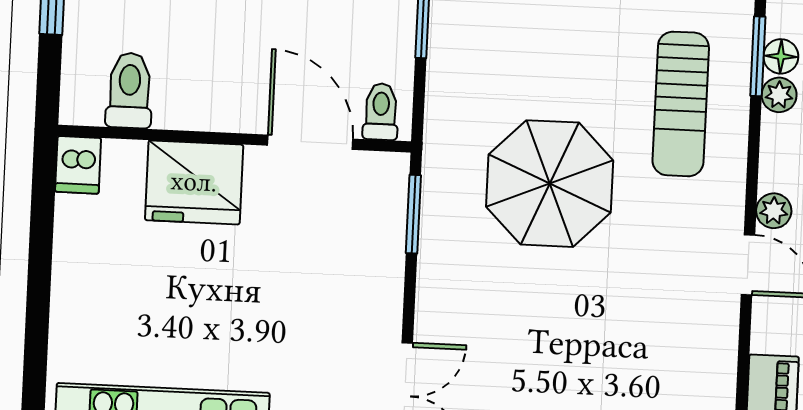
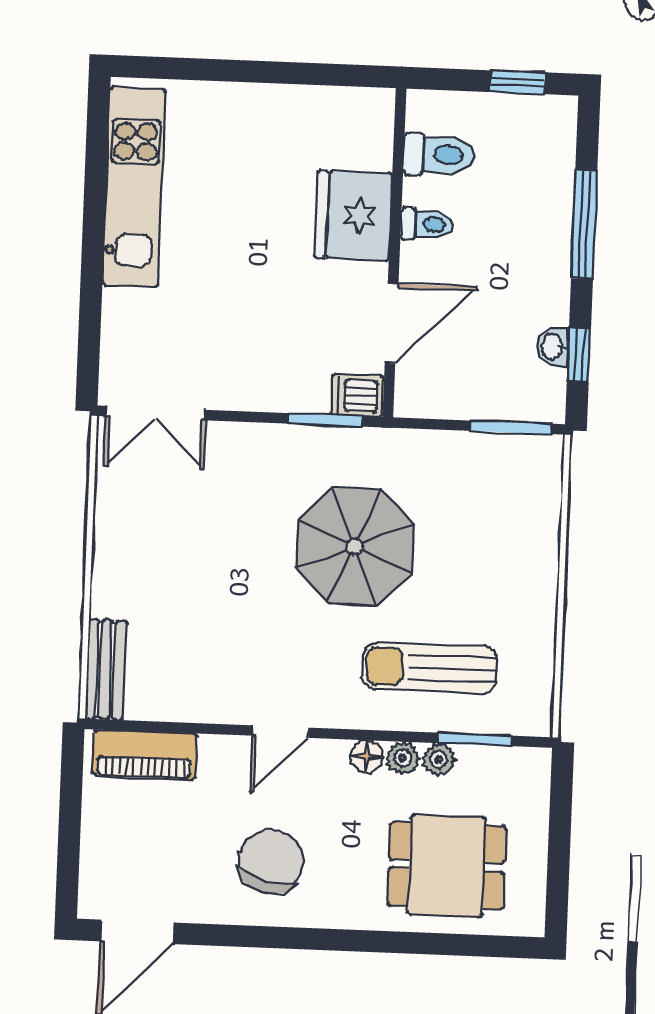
floor lamp: (781, 56) -> (367, 757), moved
toilet: (381, 112) -> (427, 224), moved
dishwasher: (78, 165) -> (357, 396), moved
plant: (774, 211) -> (403, 758), moved

